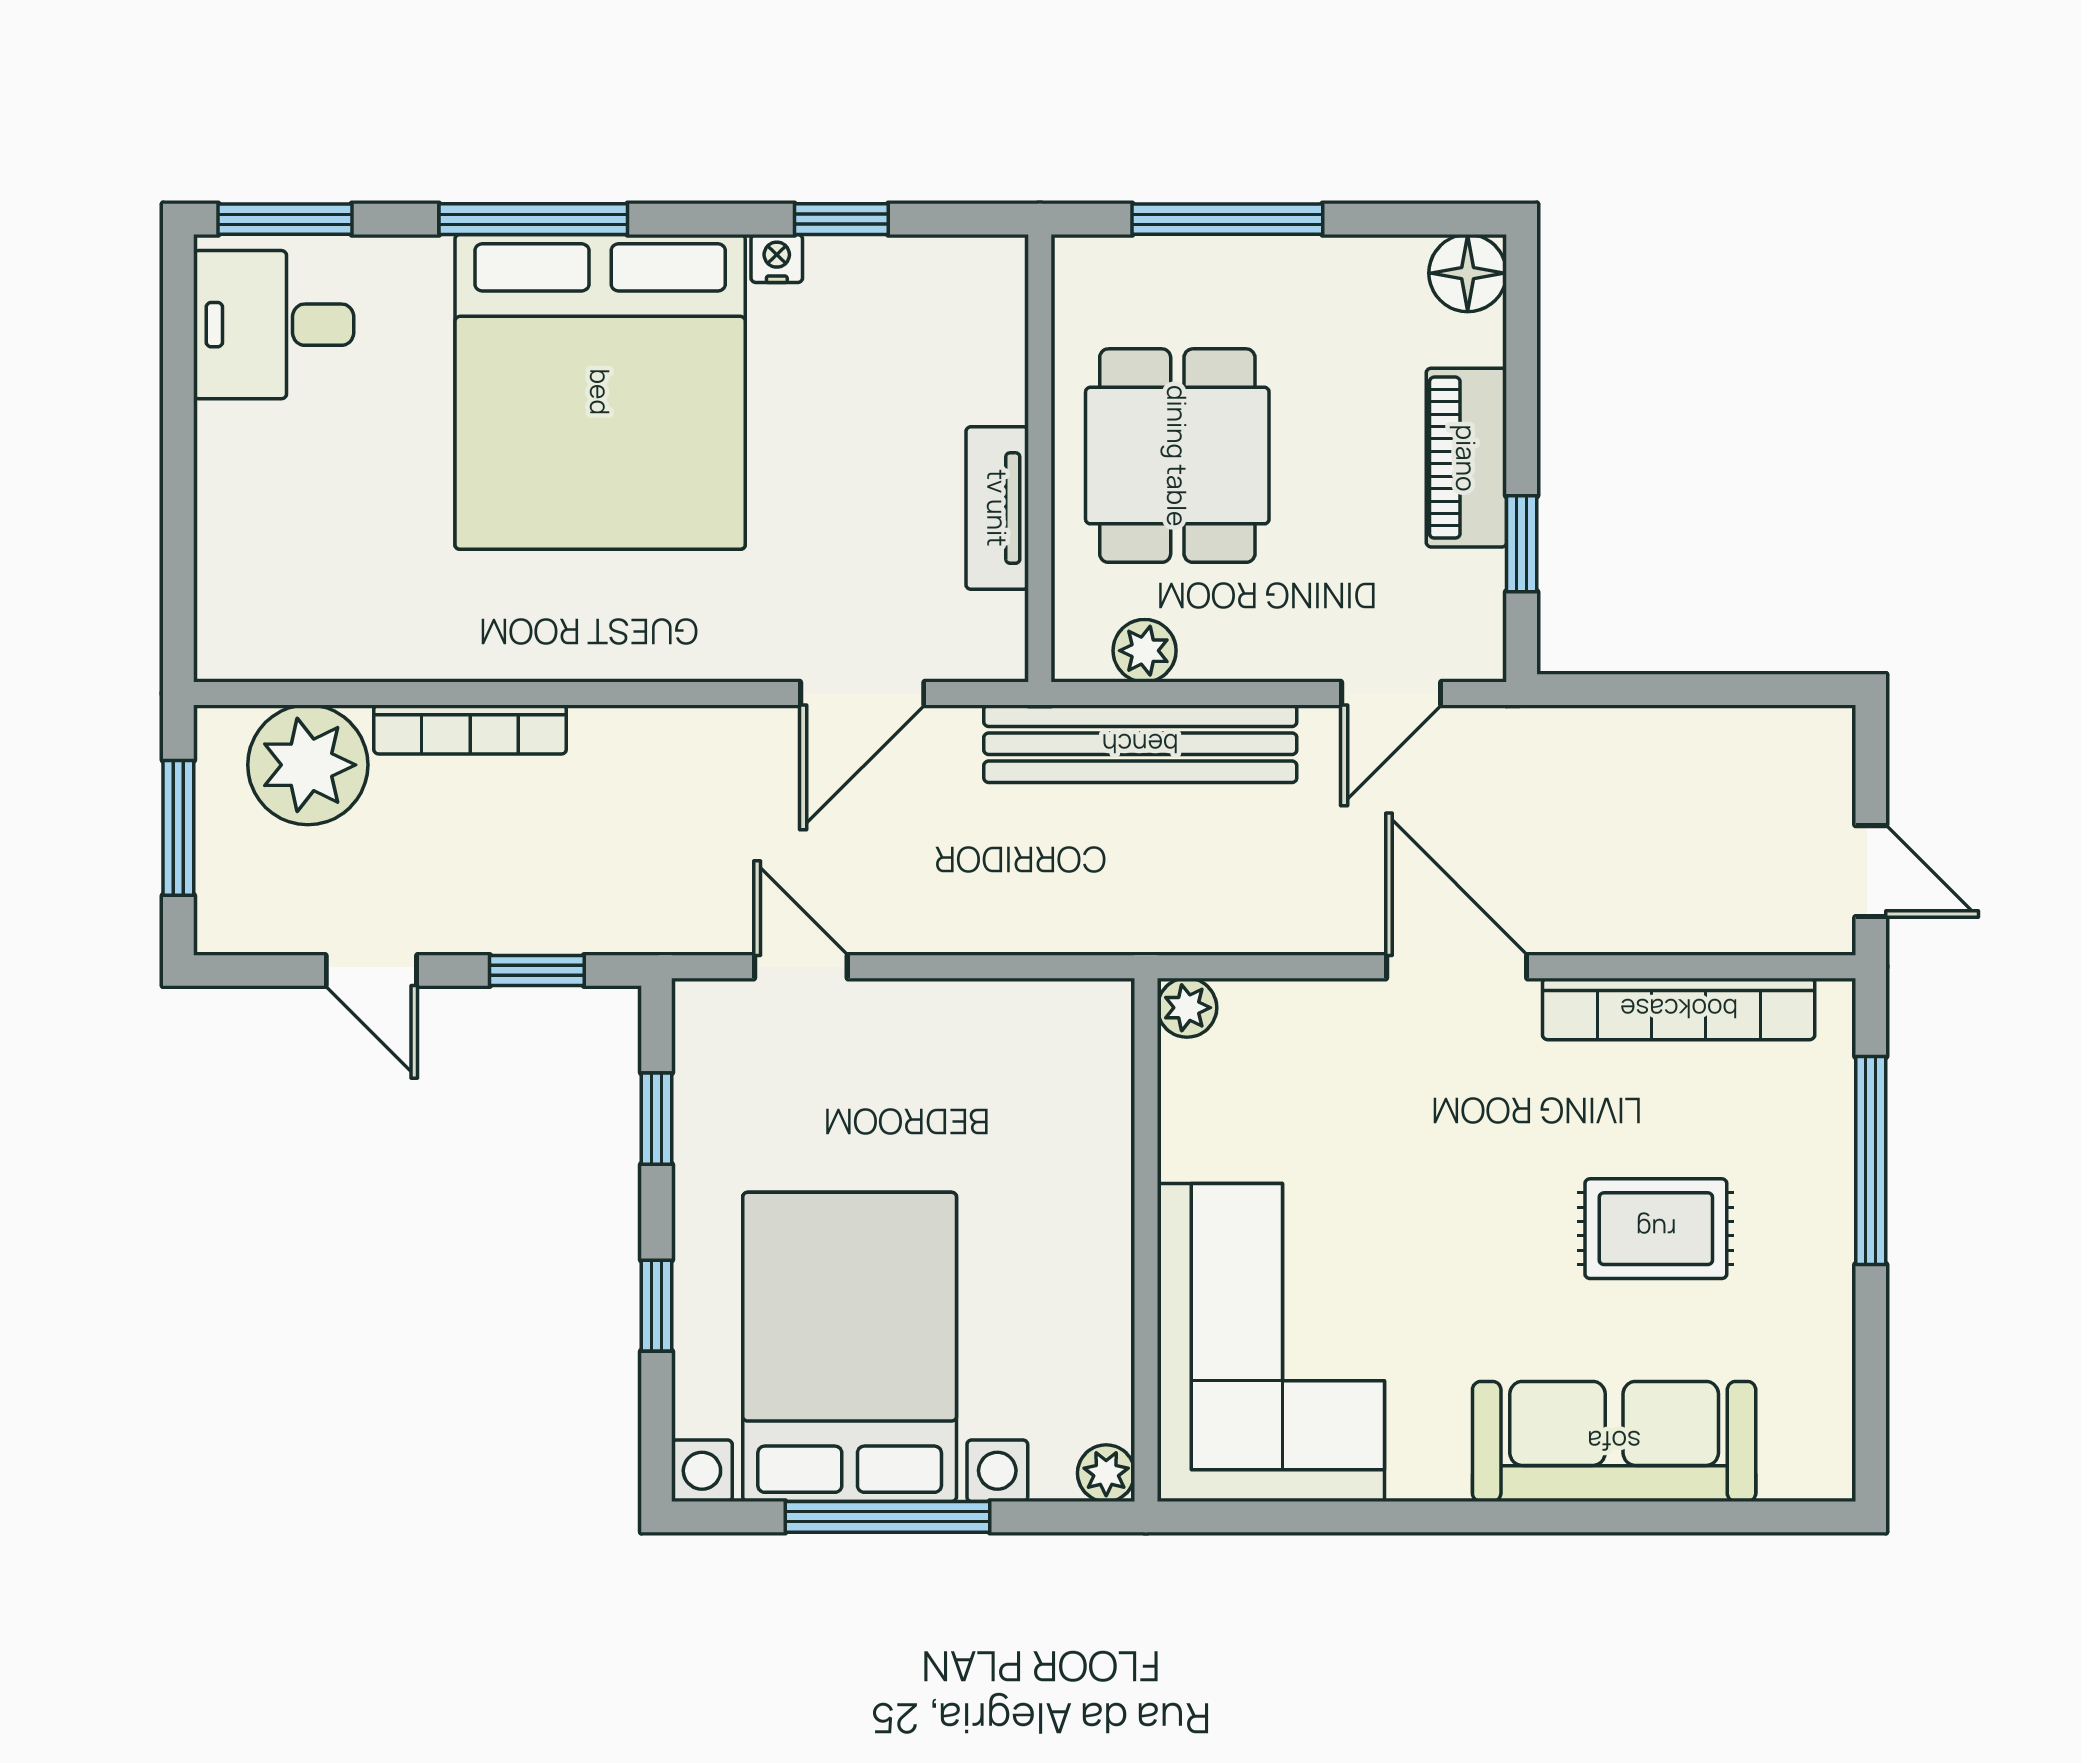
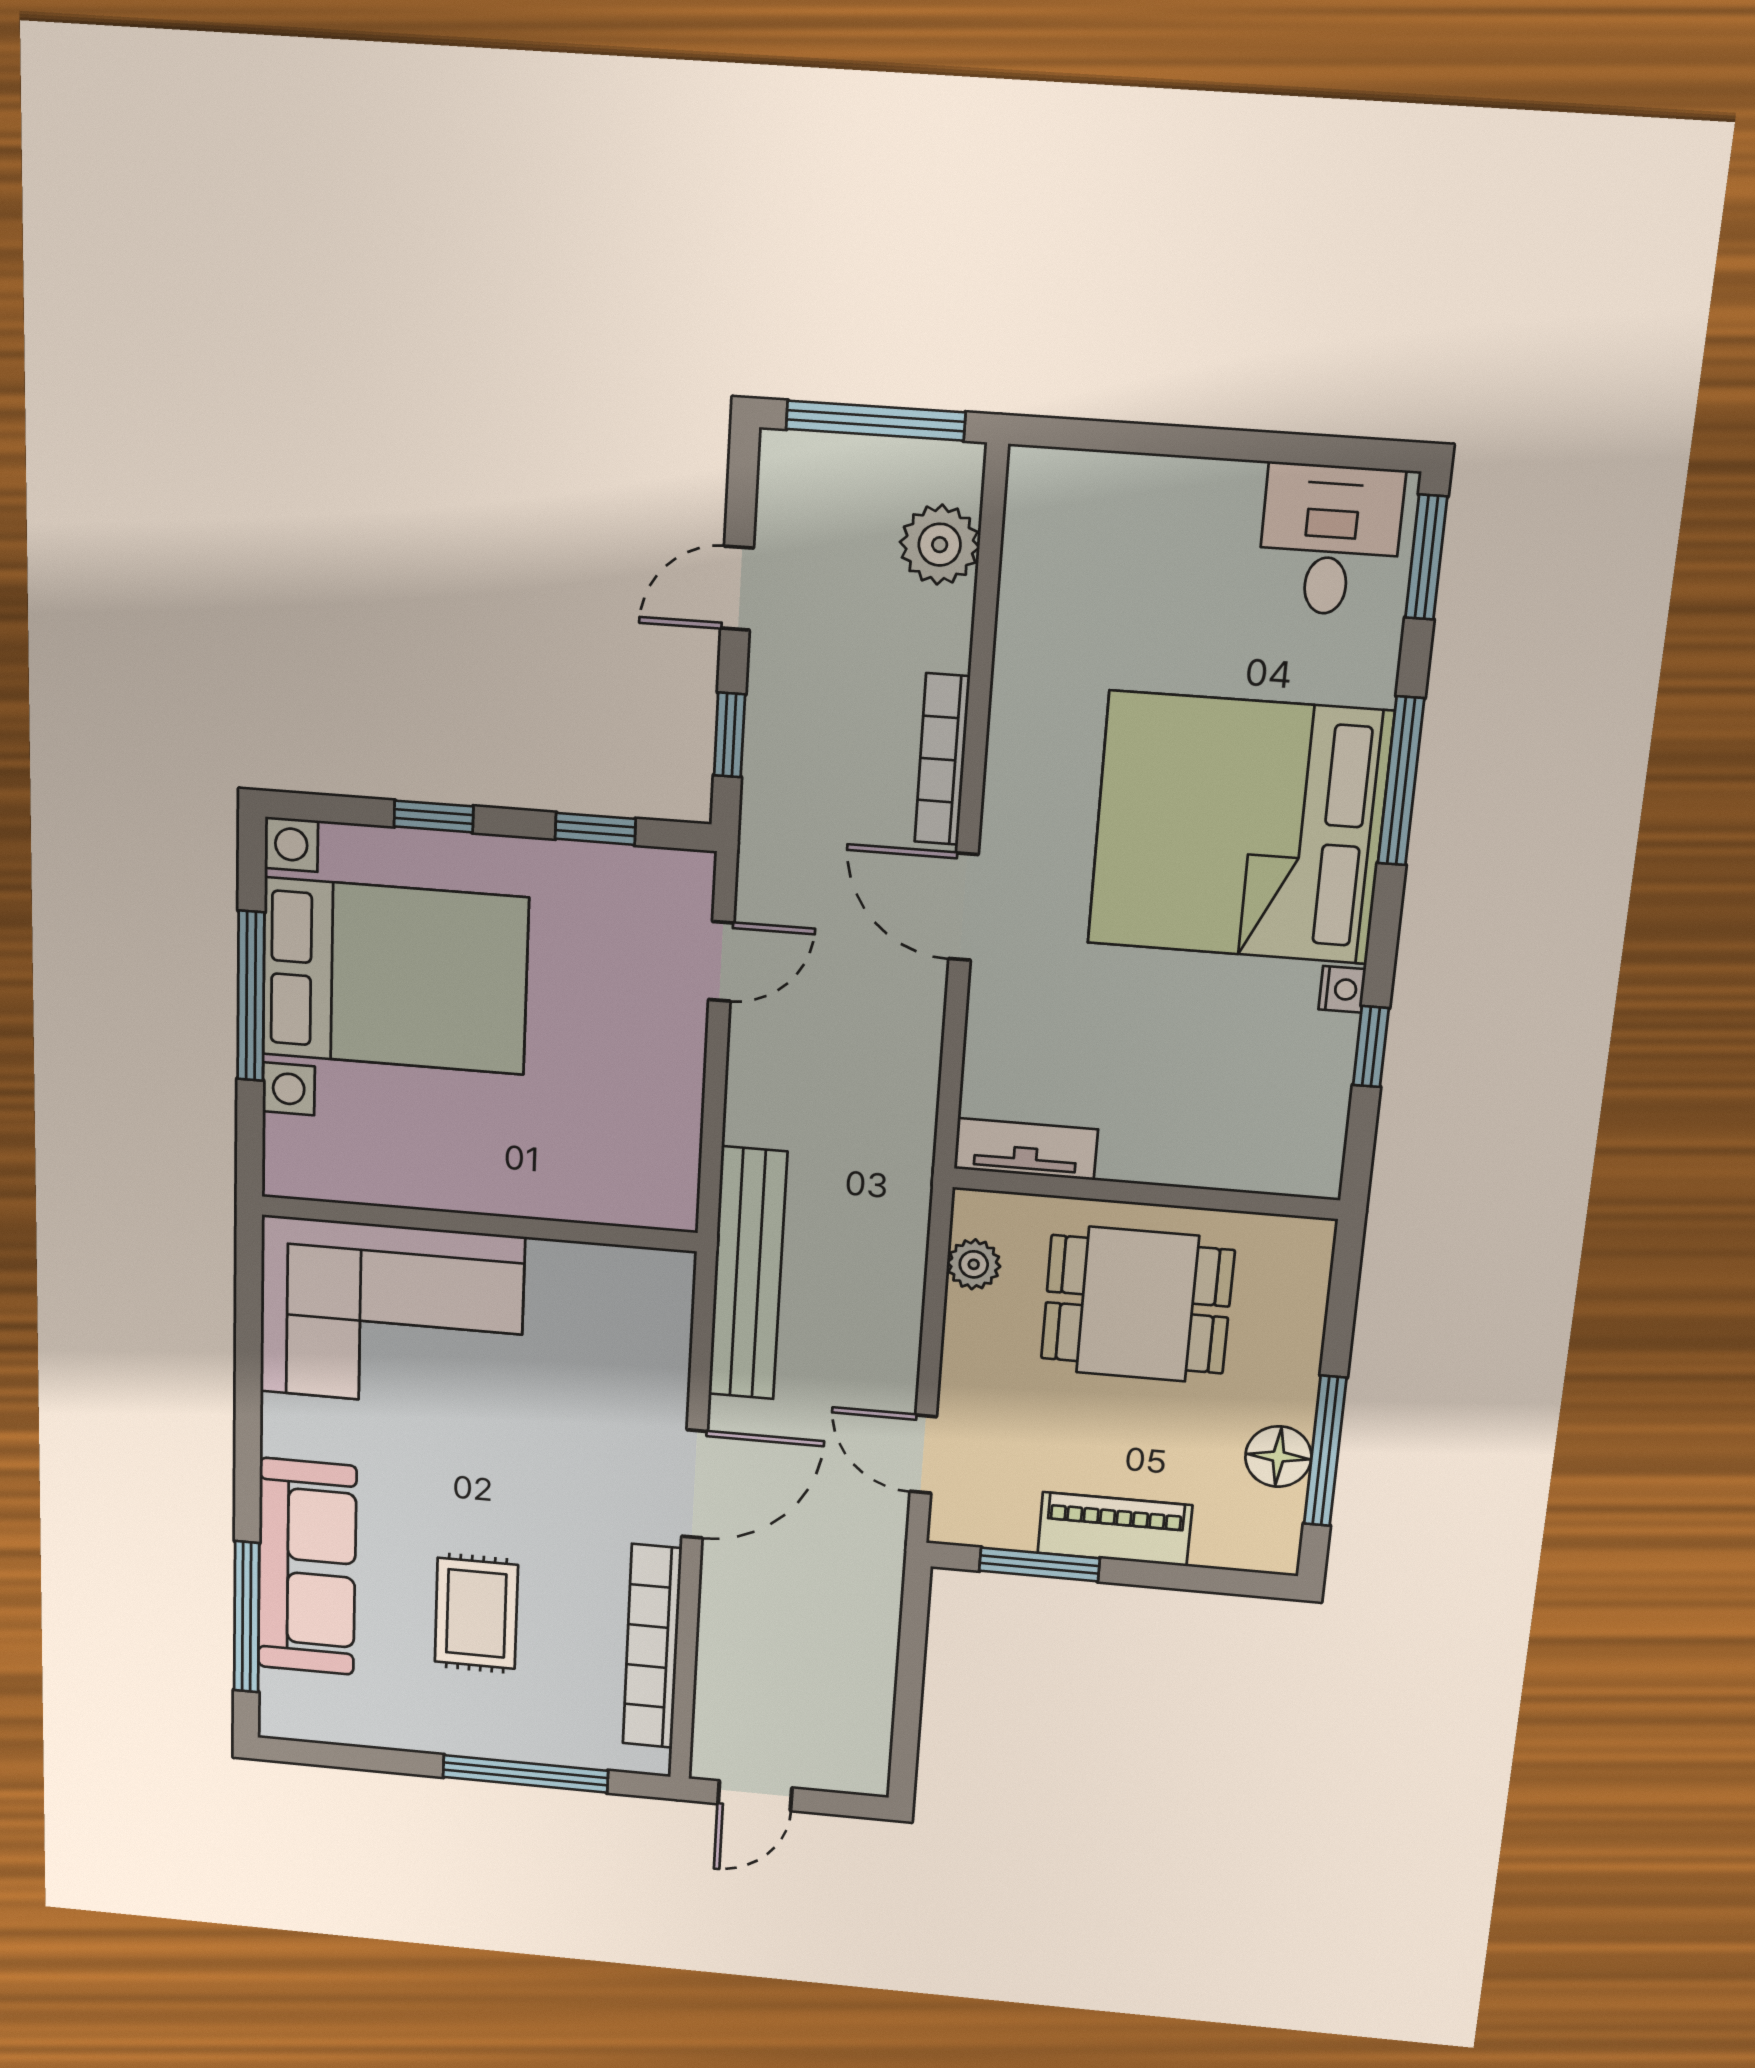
window: (1227, 219) -> (1325, 1451), moved
floor lamp: (1468, 273) -> (1278, 1457), moved
tv unit: (997, 508) -> (1026, 1149), moved
window: (1522, 544) -> (1039, 1565), width x1.50
door: (862, 693) -> (963, 907), moved
bookcase: (470, 729) -> (942, 759), moved
bench: (1140, 744) -> (748, 1274), moved
plant: (308, 765) -> (940, 545), width x0.73, depth x0.73
window: (178, 828) -> (876, 421), width x1.44
plant: (1187, 1008) -> (671, 1273), removed
plant: (1106, 1473) -> (286, 1176), removed
window: (1690, 1517) -> (247, 1617), added

